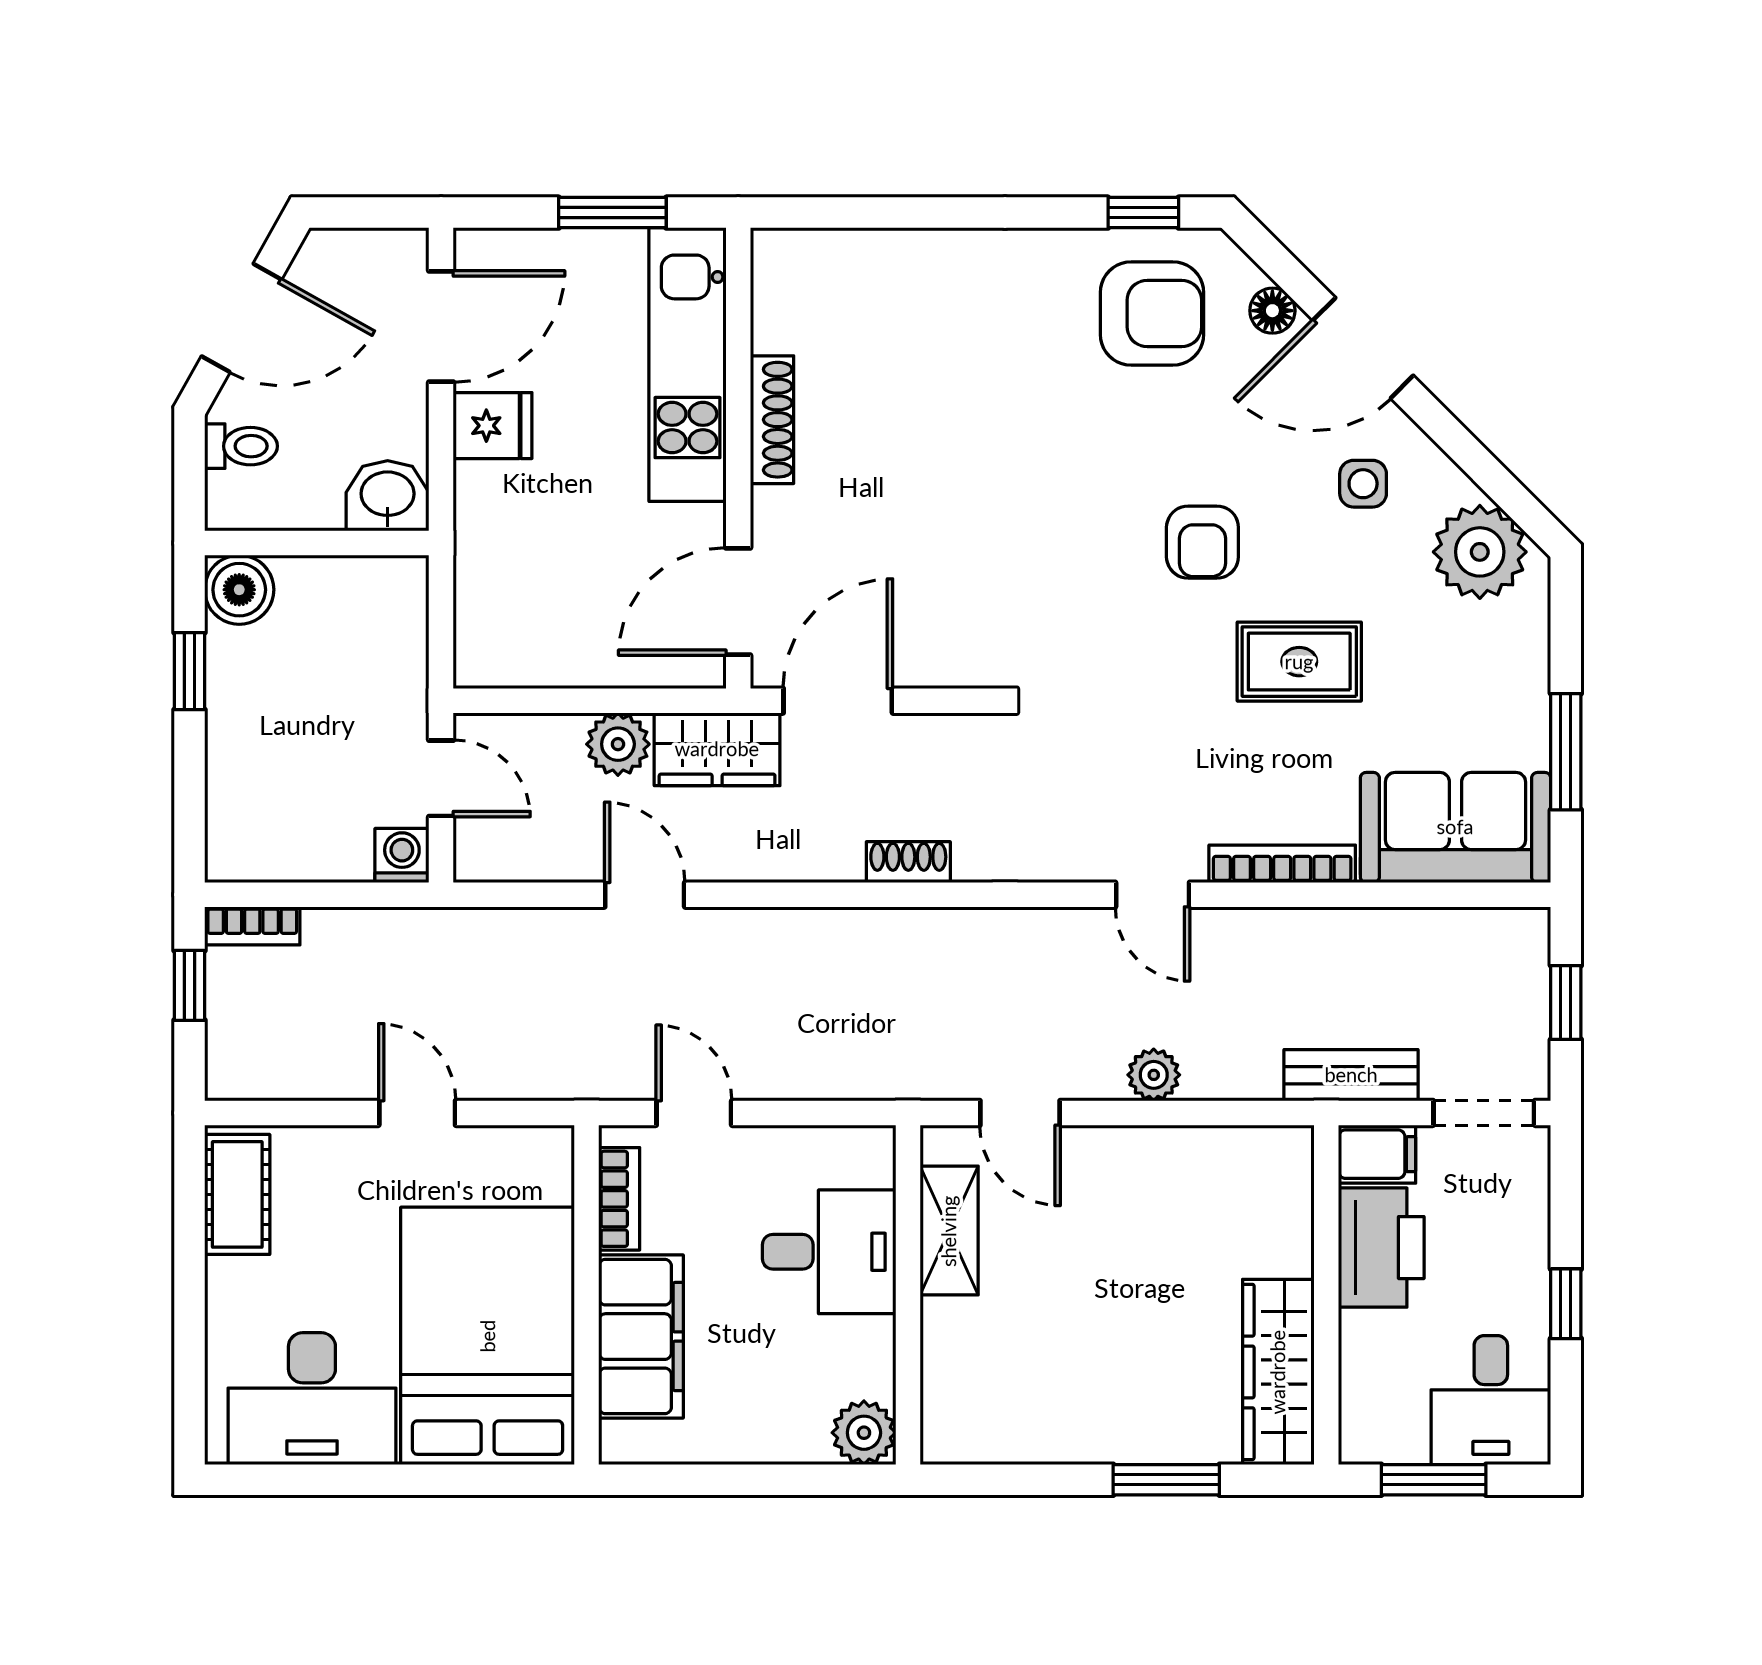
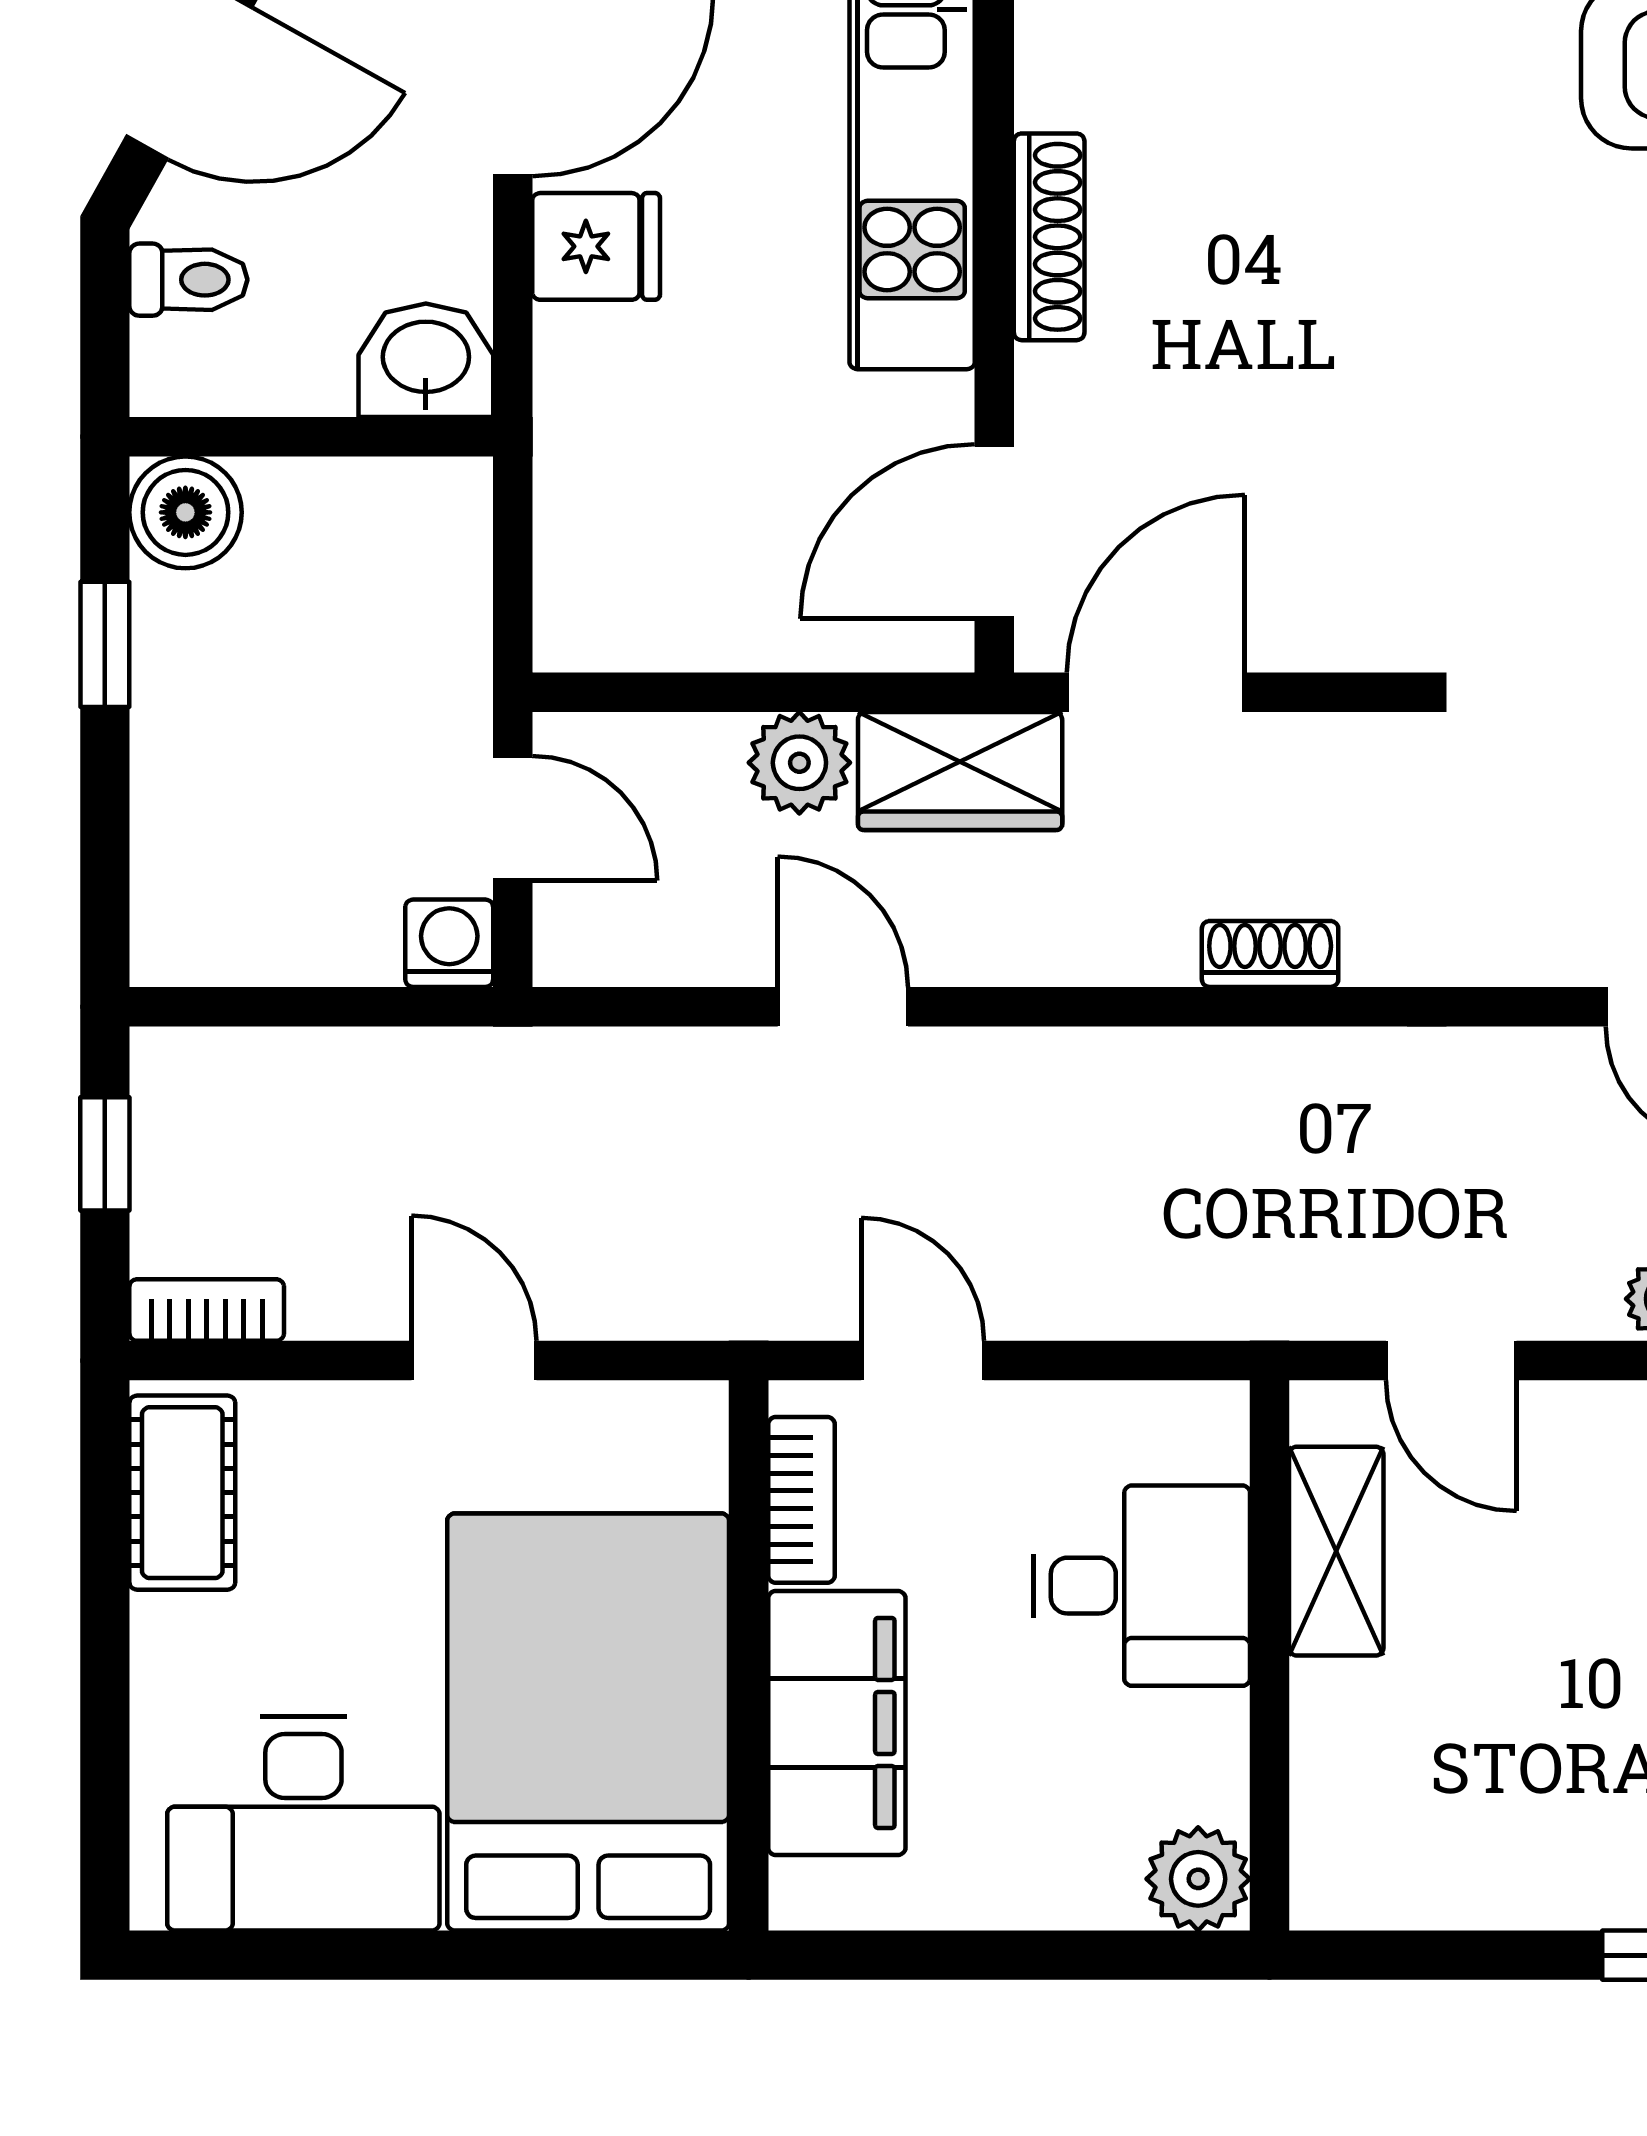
bookcase: (252, 926) -> (207, 1310), moved, turned 180

